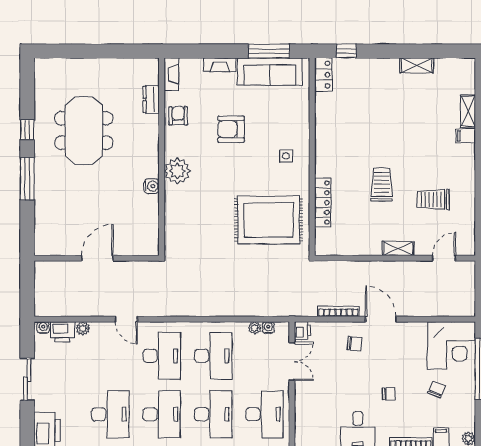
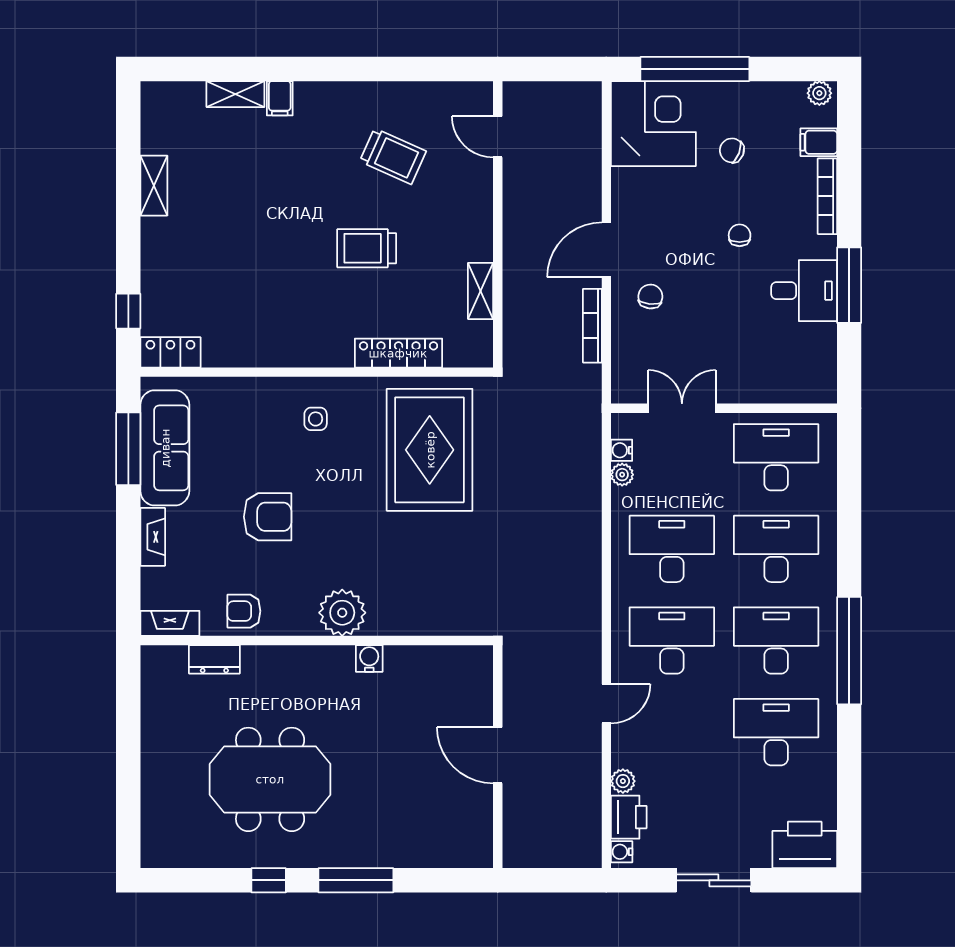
armchair: (231, 129) -> (268, 517), turned -90
trolley: (433, 199) -> (393, 156), turned -66
shelving: (398, 249) -> (481, 291), moved
printer: (303, 330) -> (627, 389), removed

